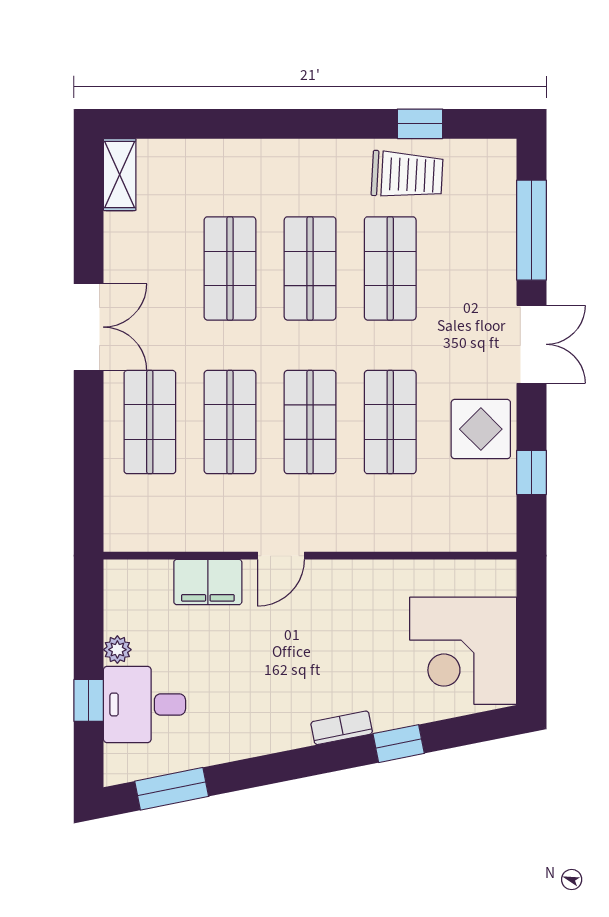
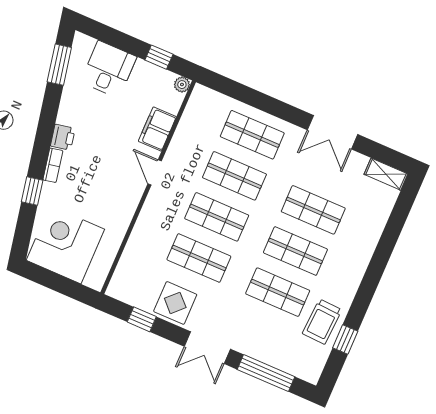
double door: (89, 327) -> (332, 132), moved
plant: (117, 650) -> (182, 85), moved
window: (89, 700) -> (159, 57), moved
printer: (288, 732) -> (63, 137), added

